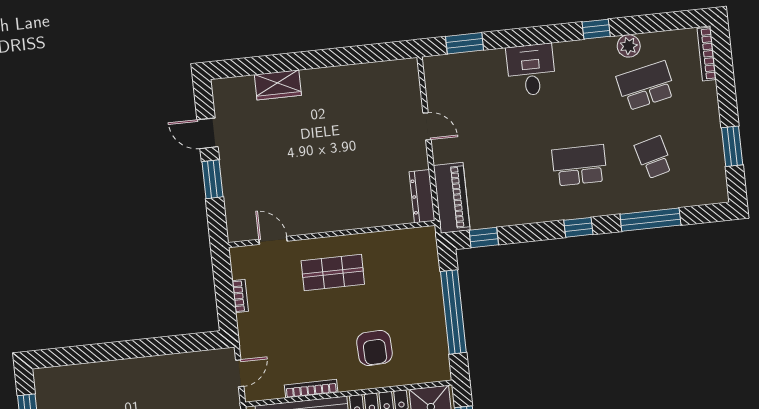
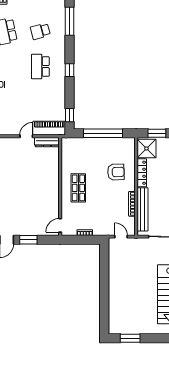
door: (427, 126) -> (26, 136), moved
window: (650, 220) -> (69, 21), moved
door: (273, 240) -> (60, 225), moved

